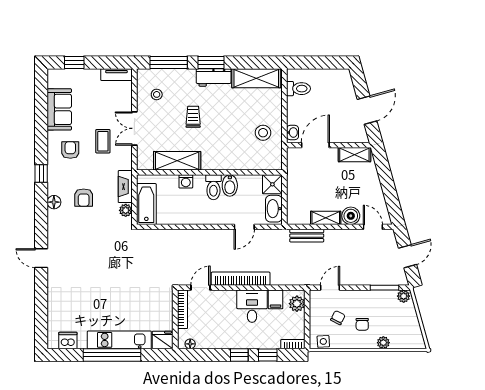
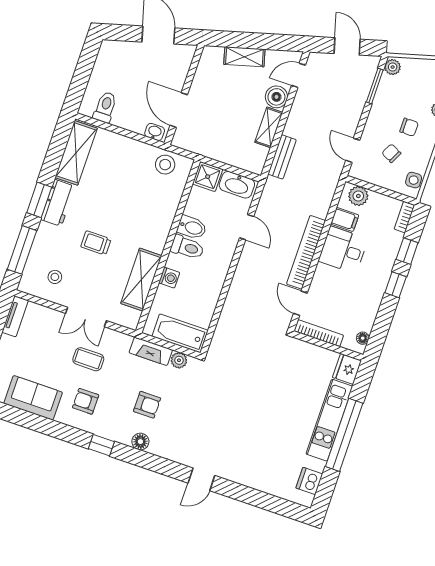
stool: (263, 133) -> (165, 165), moved
shelving: (354, 155) -> (244, 57), moved, turned 75

